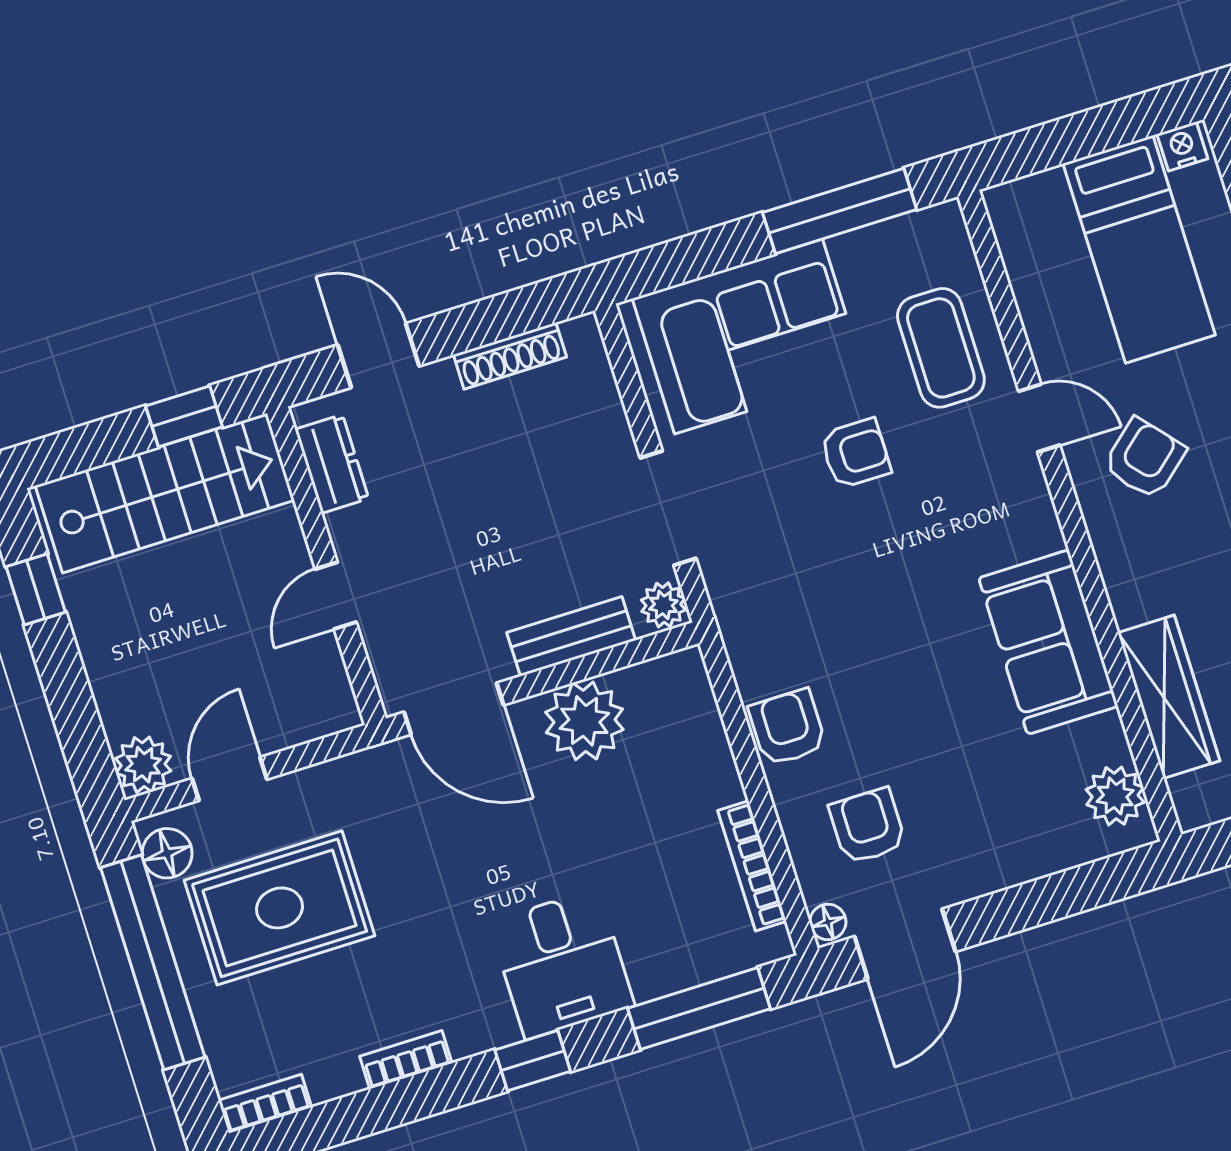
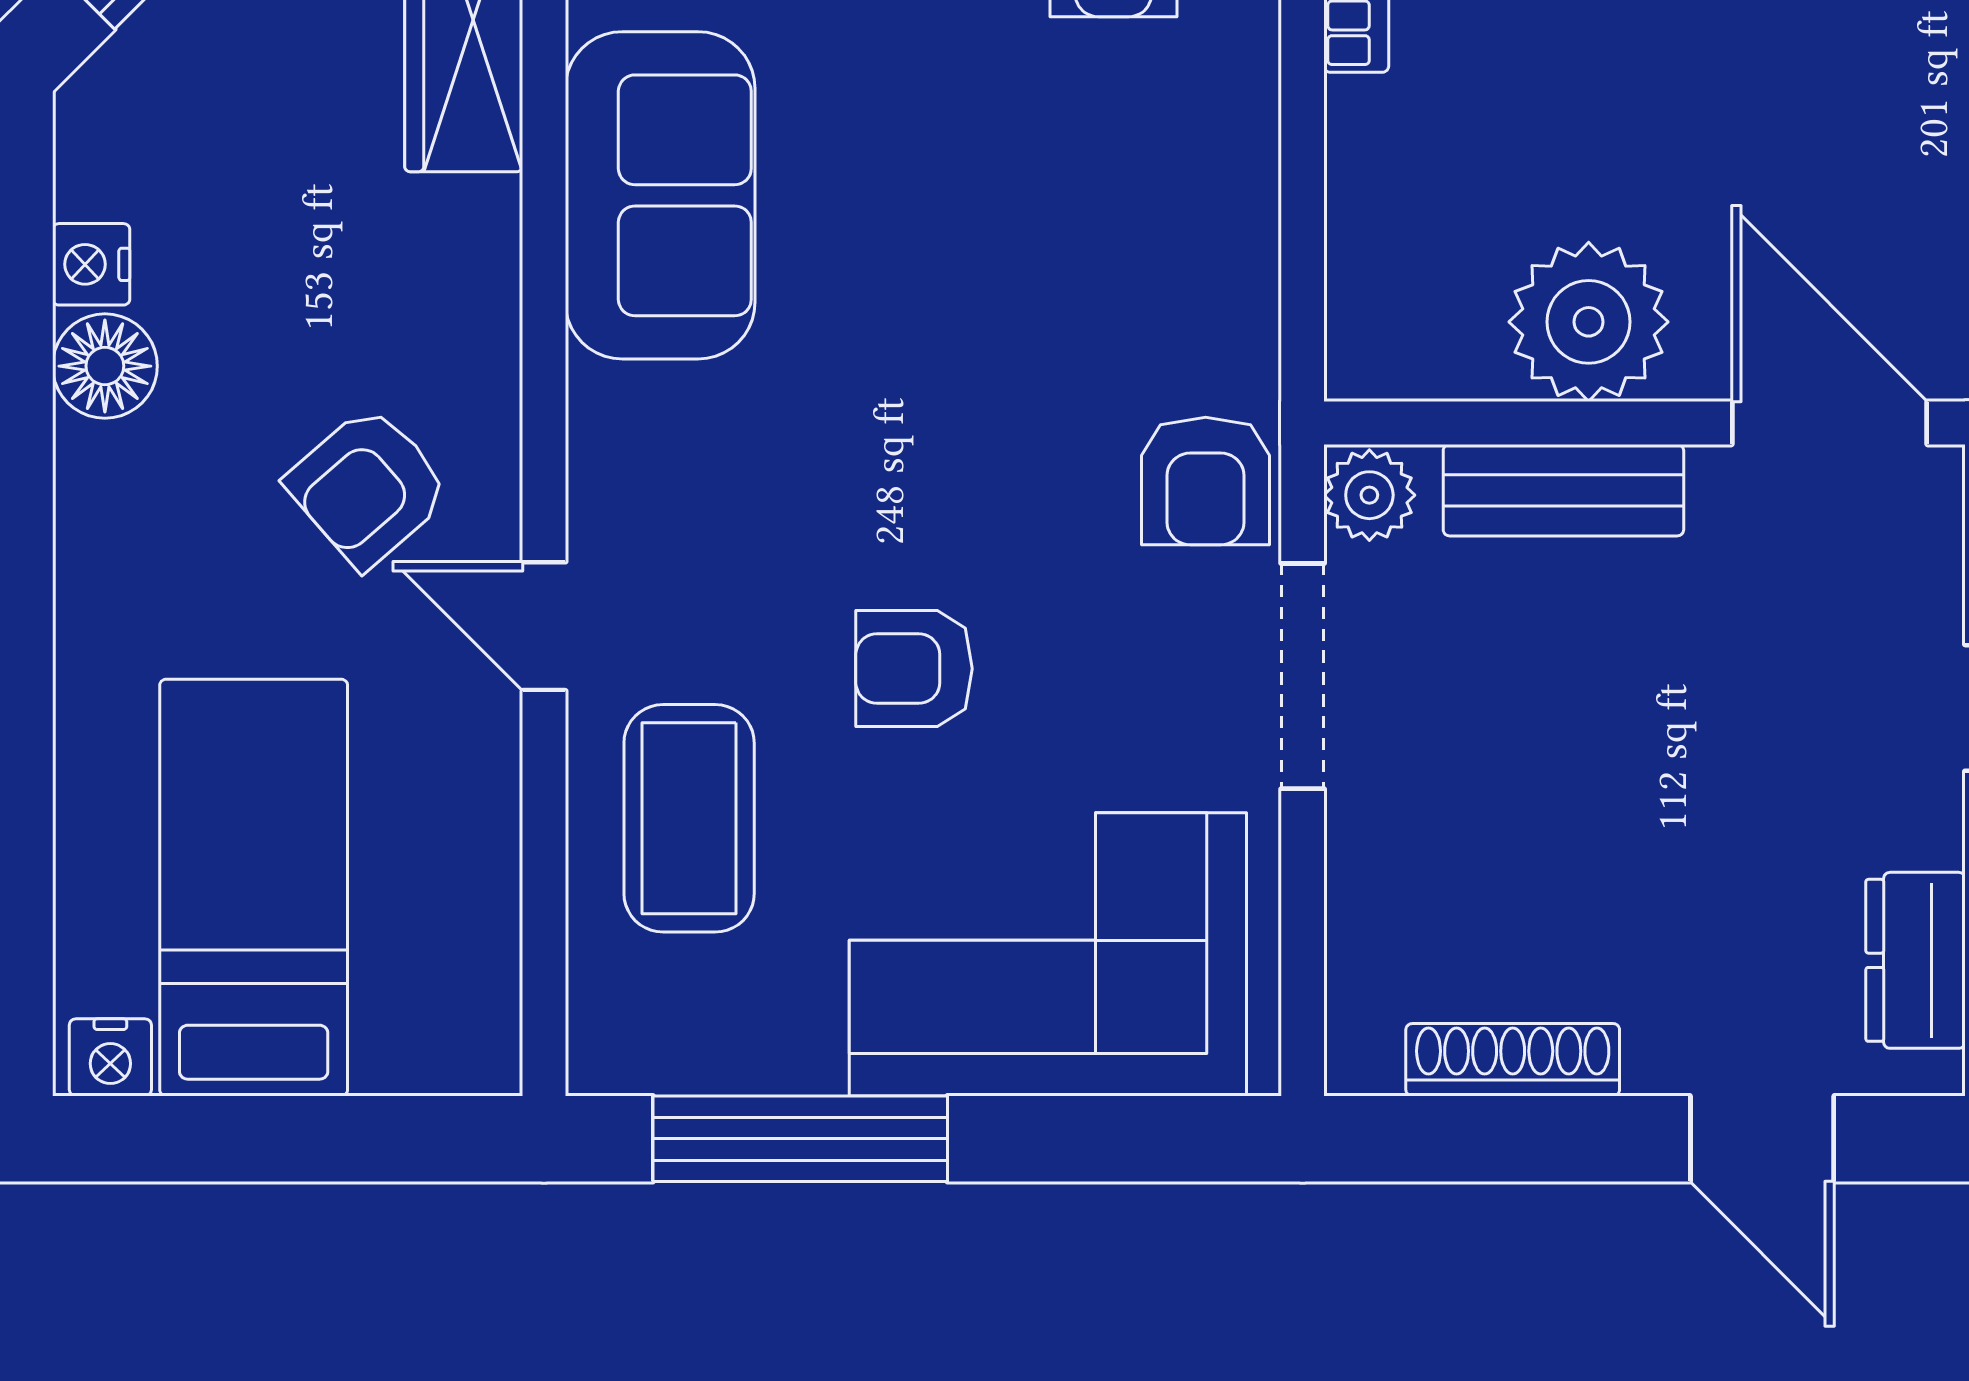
armchair: (787, 728) -> (1206, 481), moved

